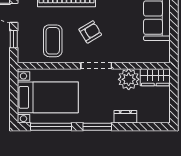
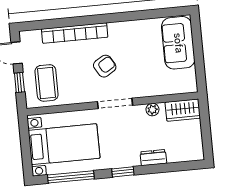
coffee table: (53, 41) -> (47, 83), moved
plant: (129, 79) -> (152, 110), width x0.53, depth x0.53
window: (97, 127) -> (123, 172), width x0.67

